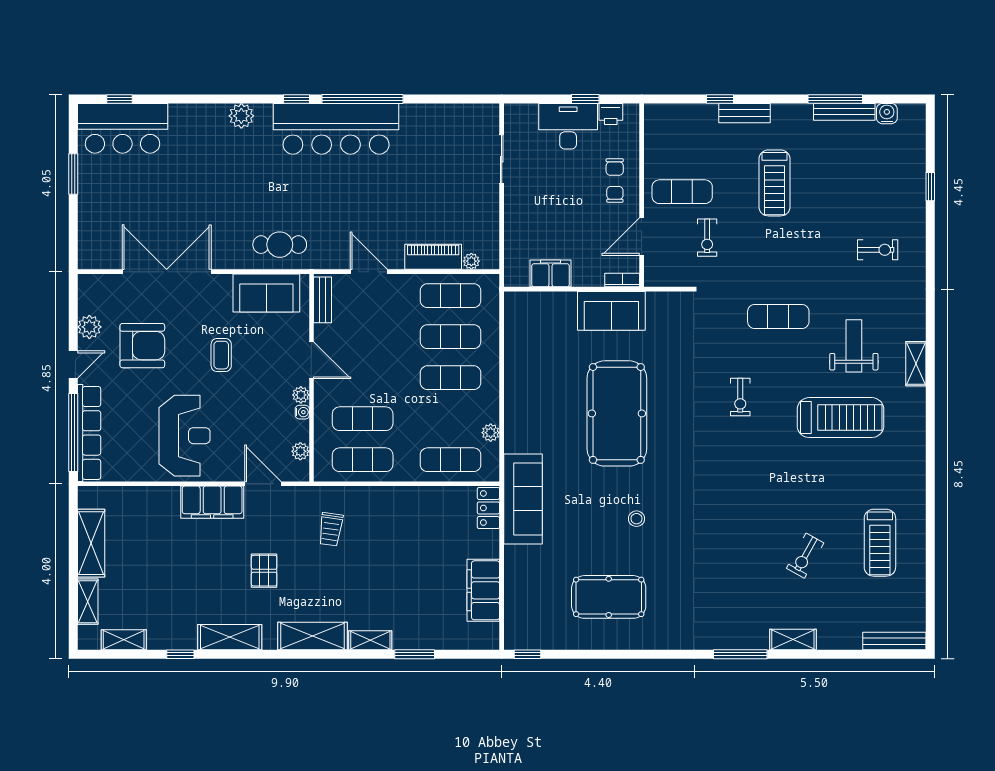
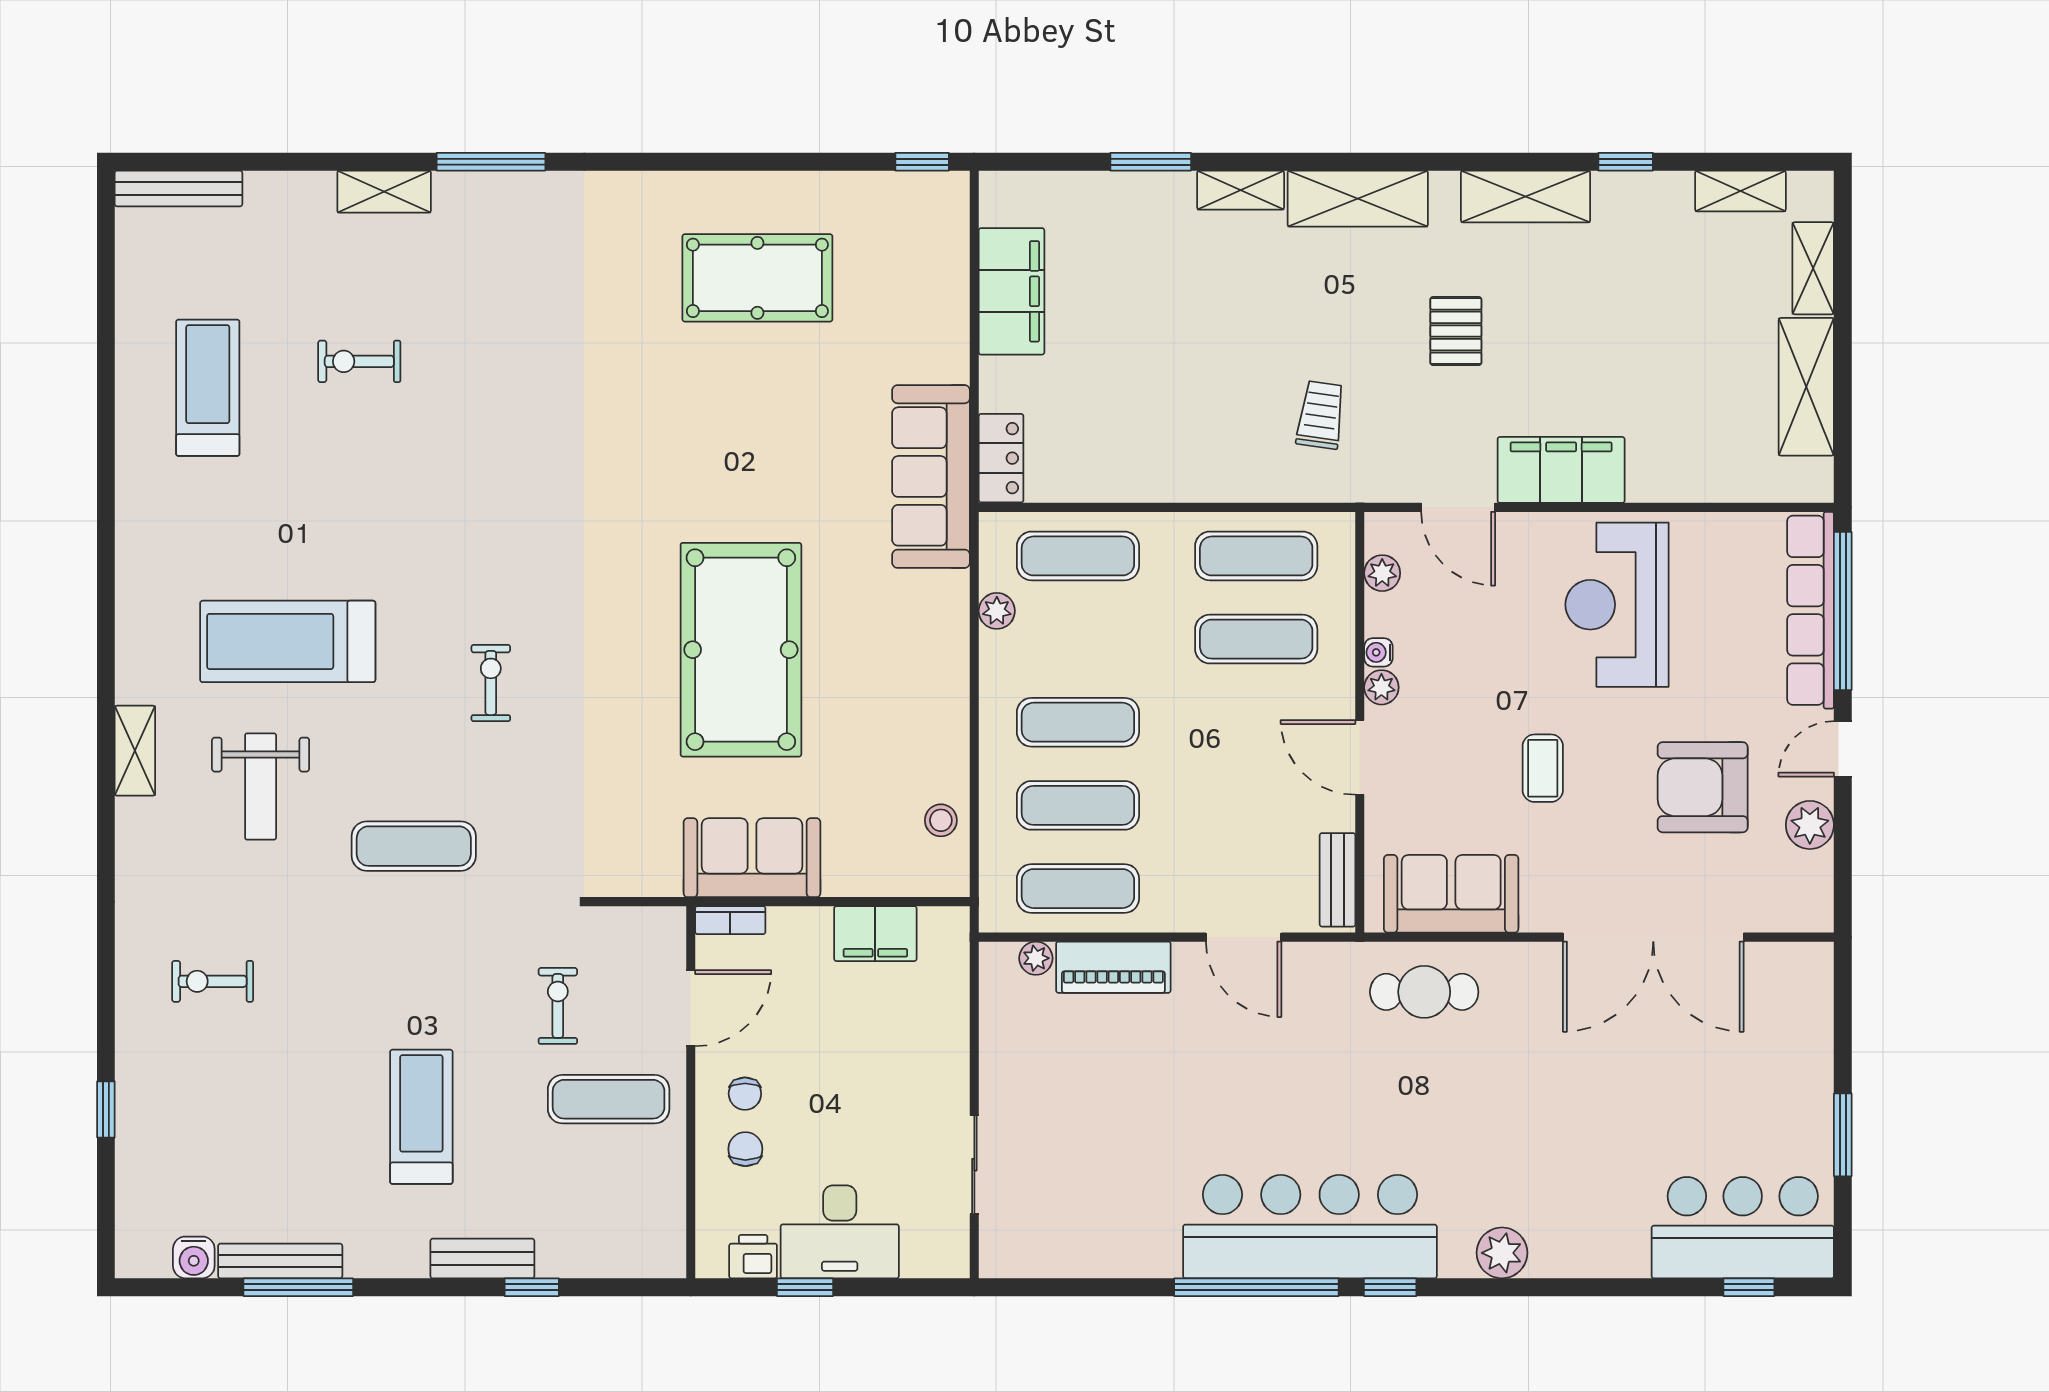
stool: (637, 519) -> (941, 820), moved
exercise bike: (805, 556) -> (359, 361), turned -119

